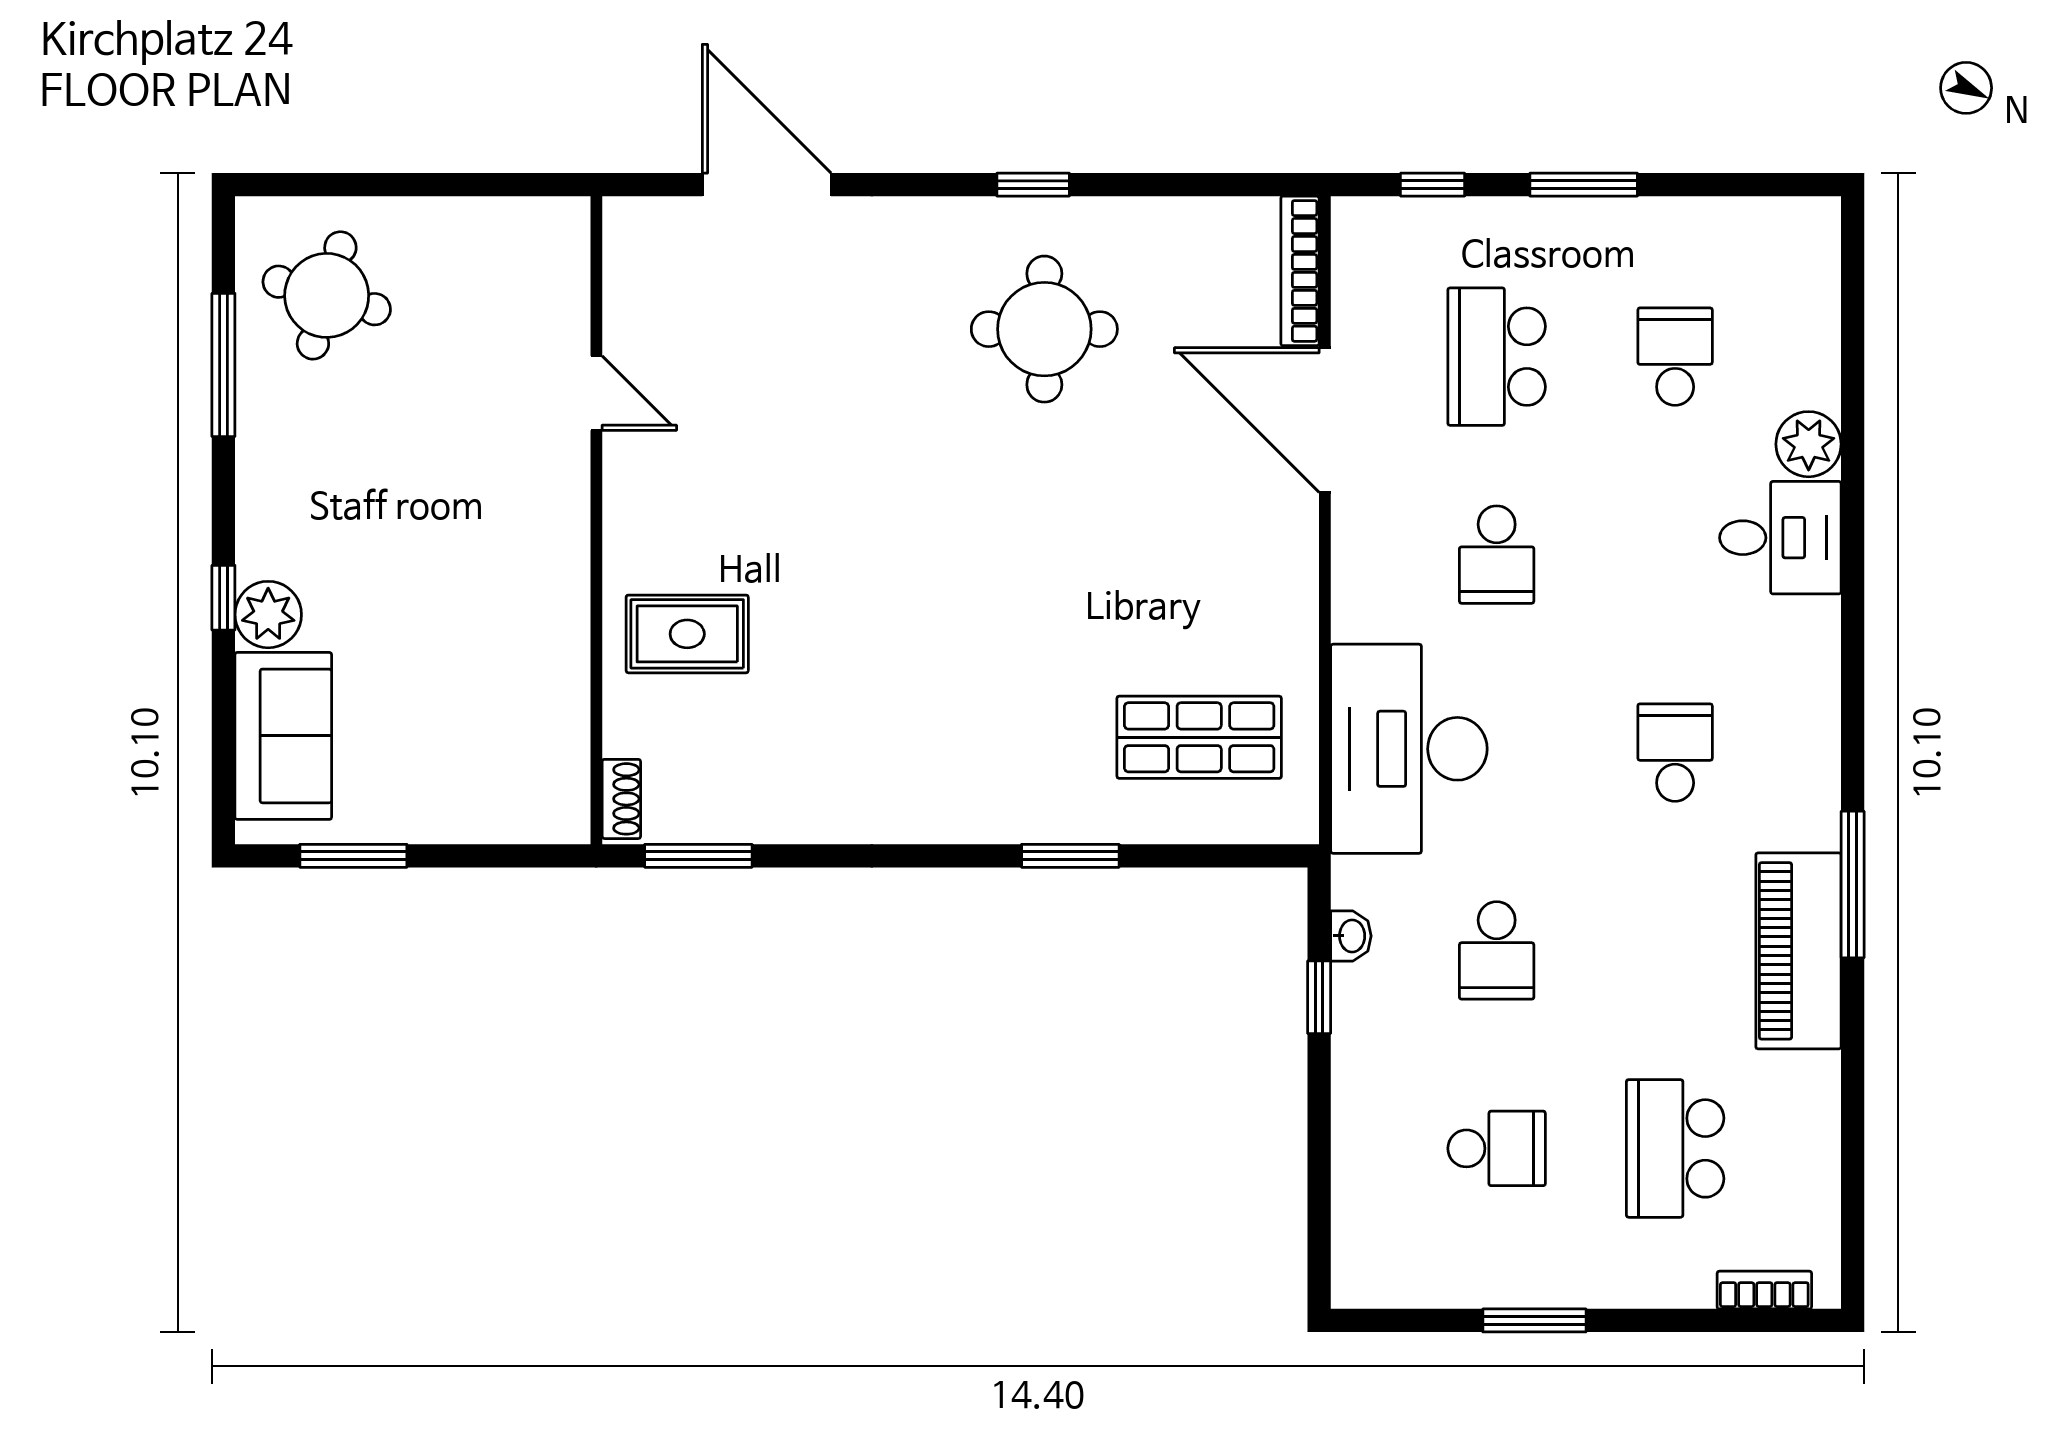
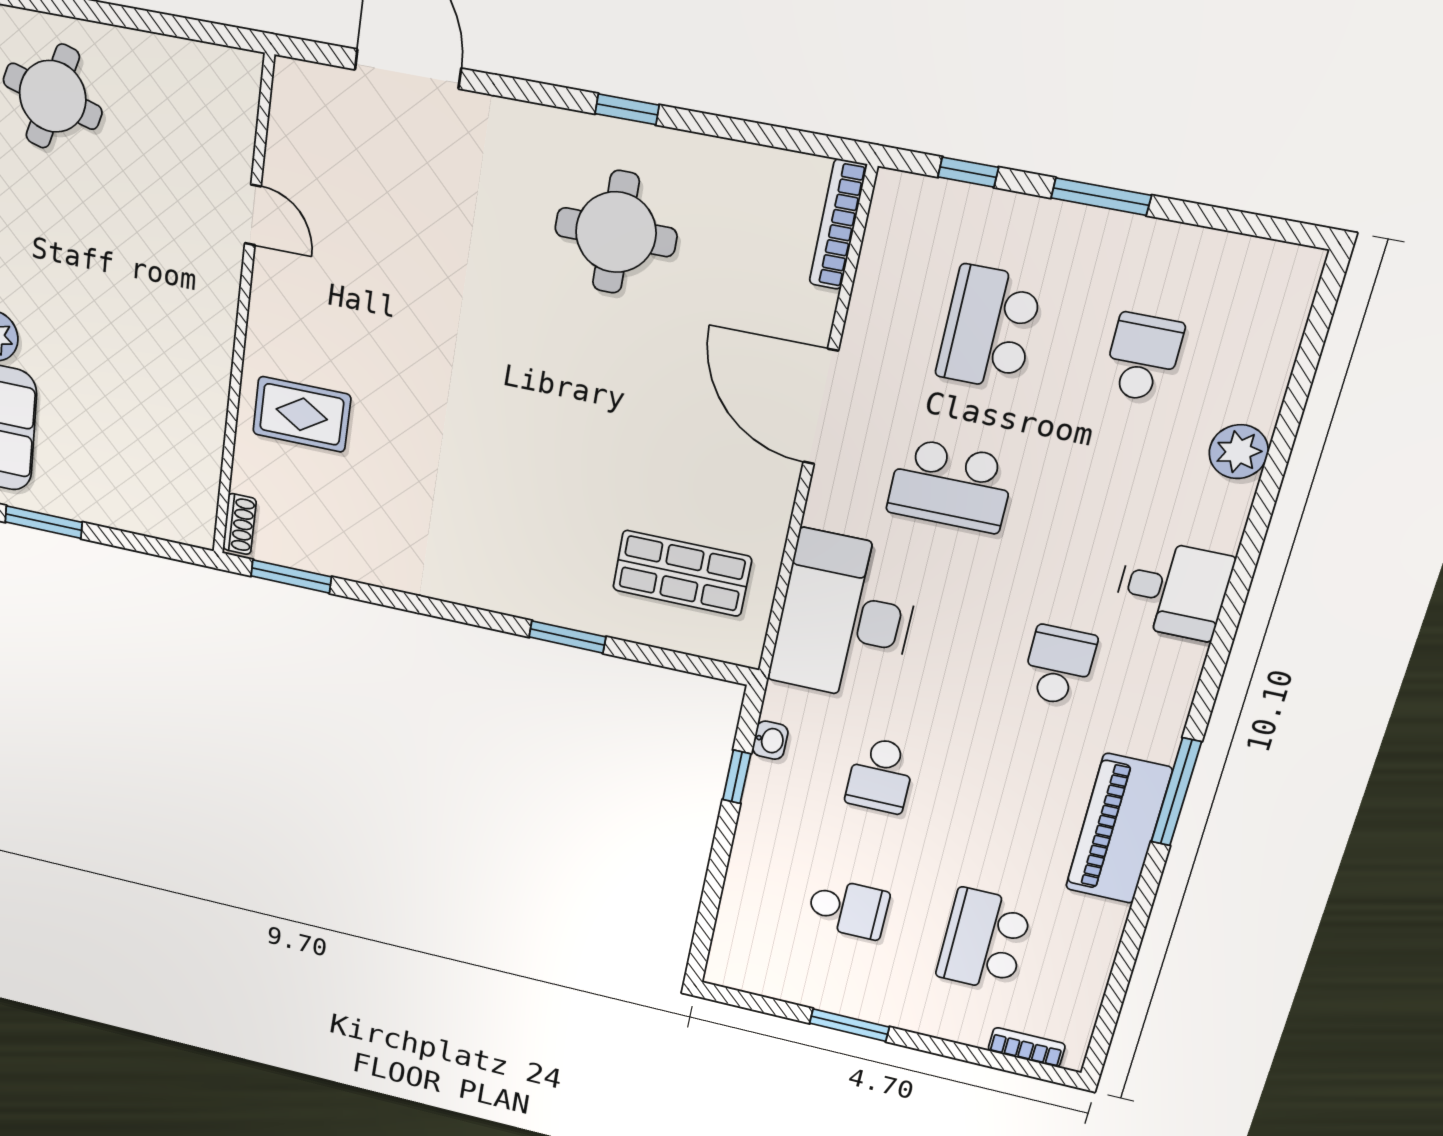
door: (1325, 420) -> (821, 407), moved
desk: (1780, 538) -> (1173, 590), moved
school desk: (1497, 555) -> (951, 486), width x1.85

